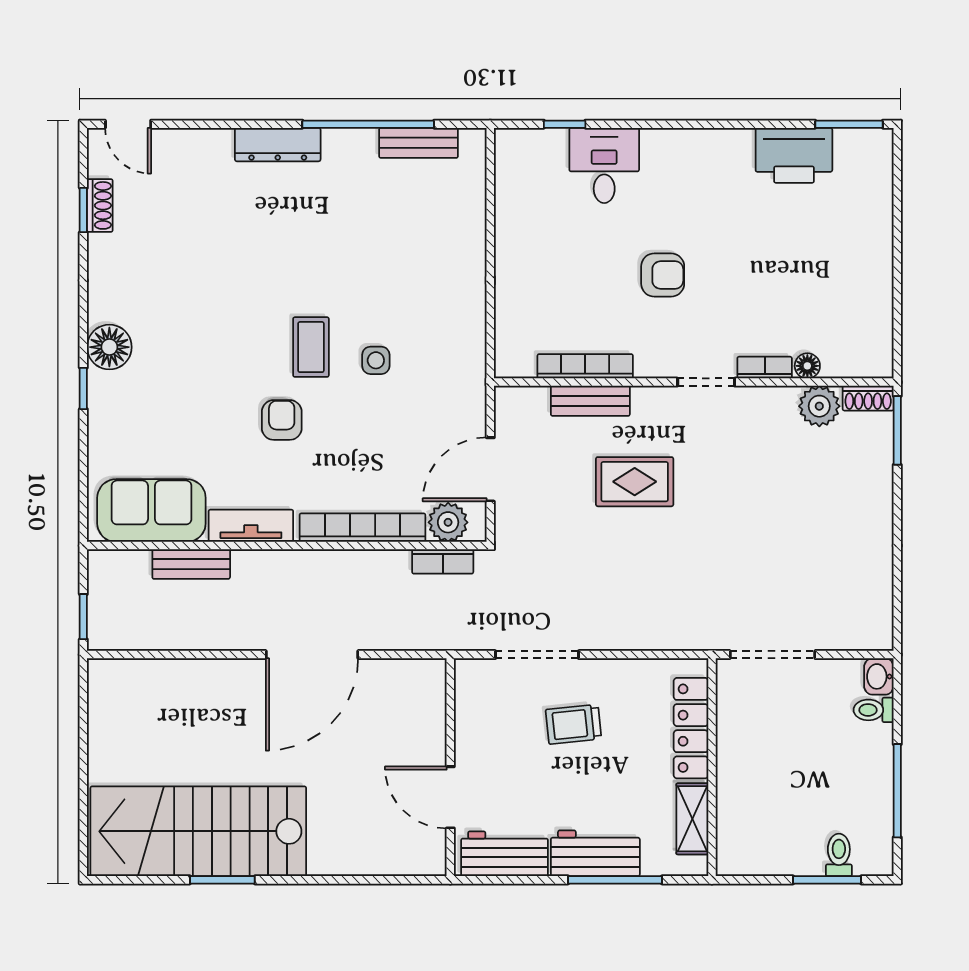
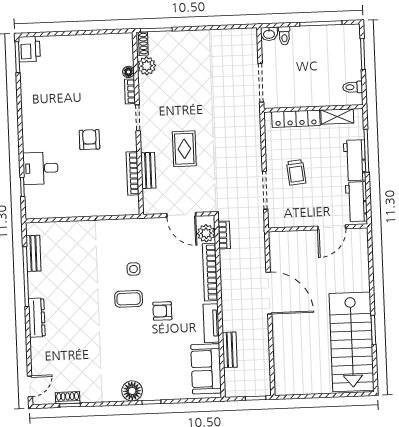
printer: (794, 155) -> (29, 49), moved, width x0.73, depth x0.84
toilet: (839, 855) -> (353, 87), moved

